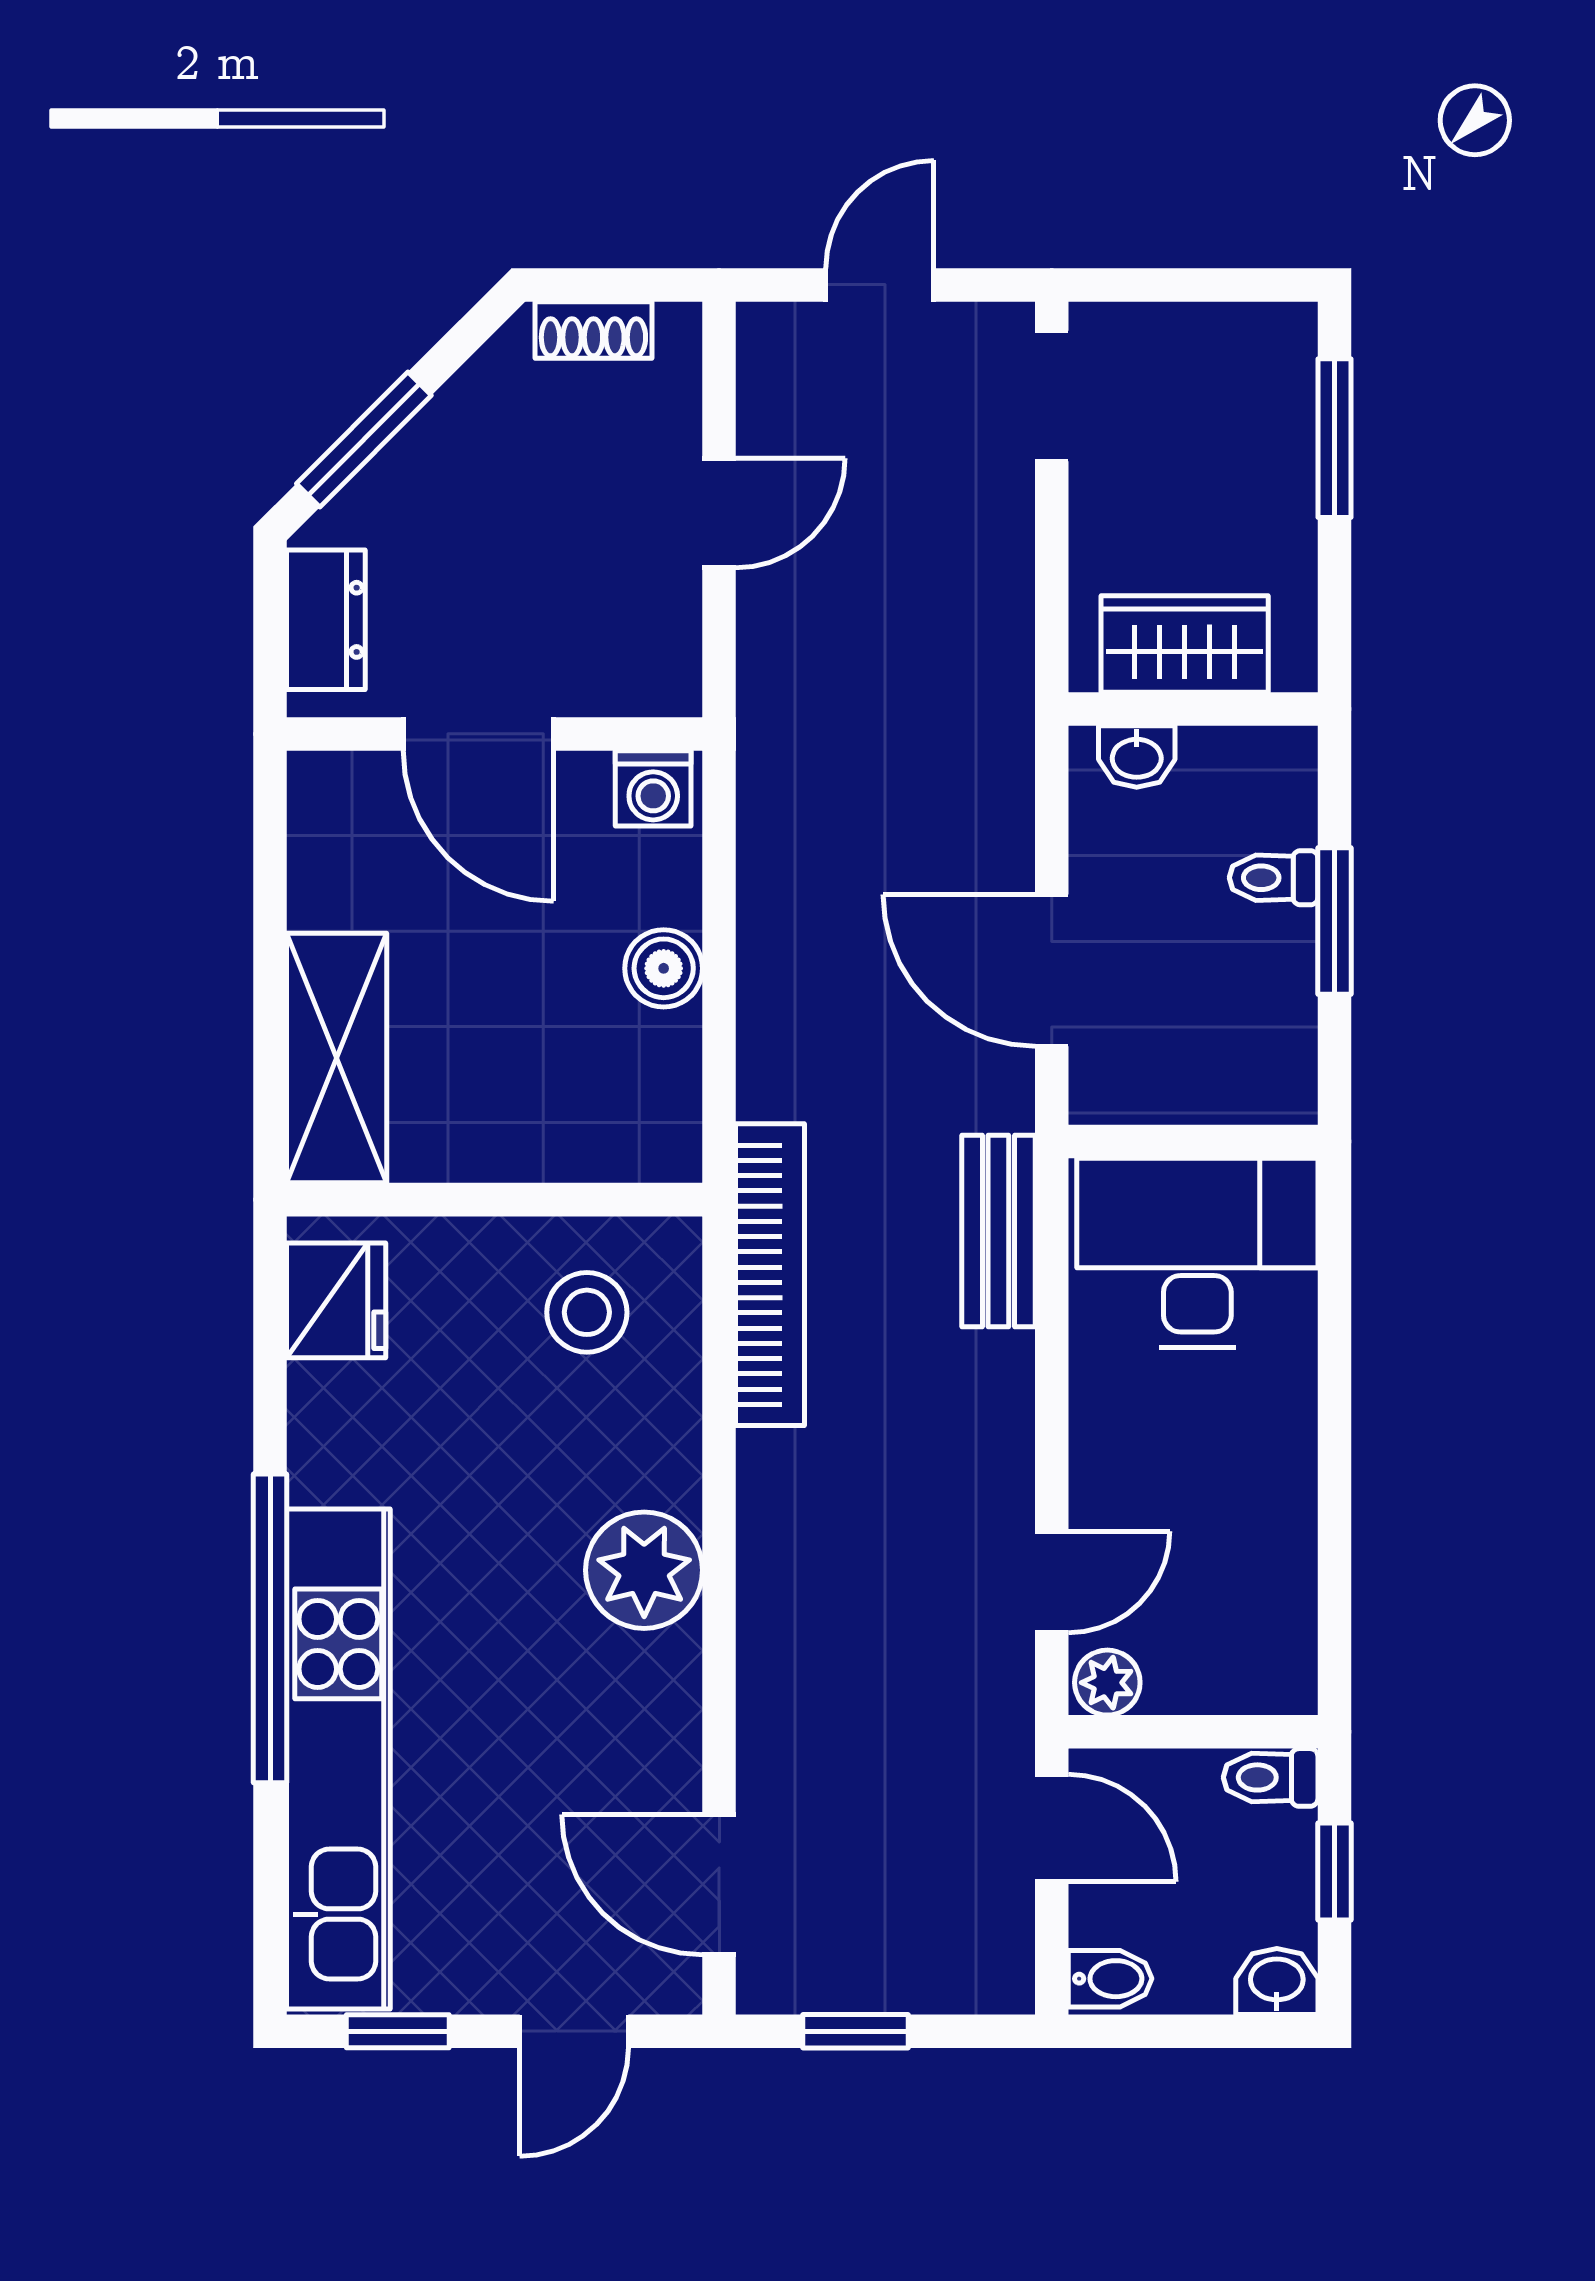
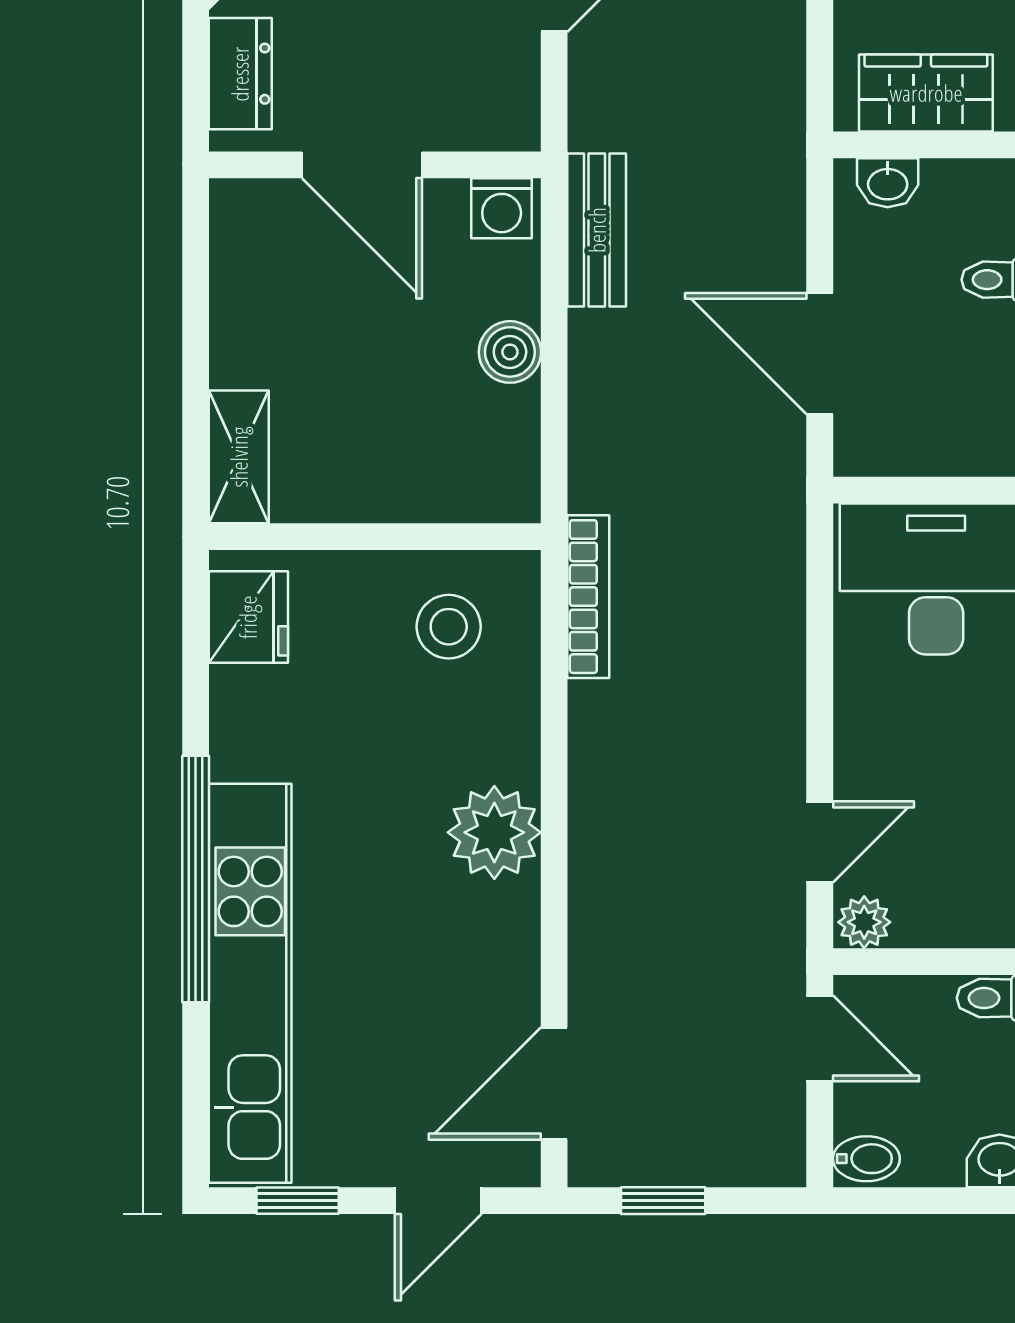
shelving: (337, 1058) -> (239, 457), width x0.67, depth x0.75
bench: (998, 1231) -> (597, 230), moved
bookcase: (770, 1275) -> (588, 597), width x0.68, depth x0.76
door: (719, 1885) -> (554, 1084), hinge flipped

